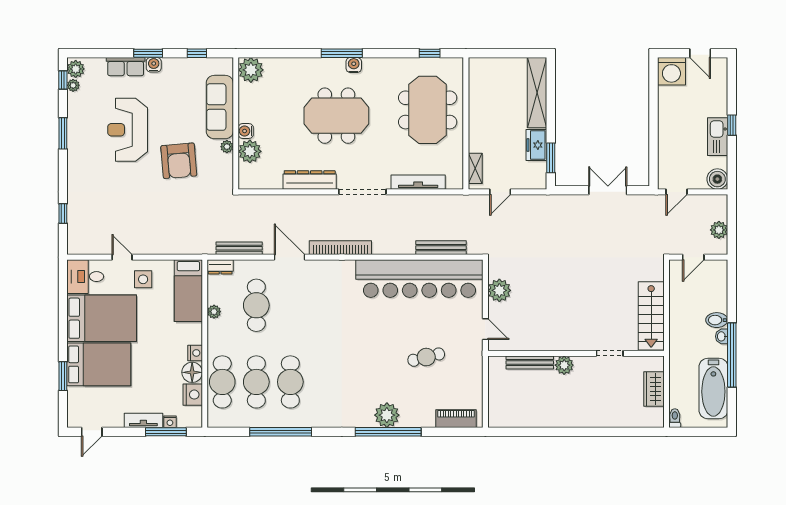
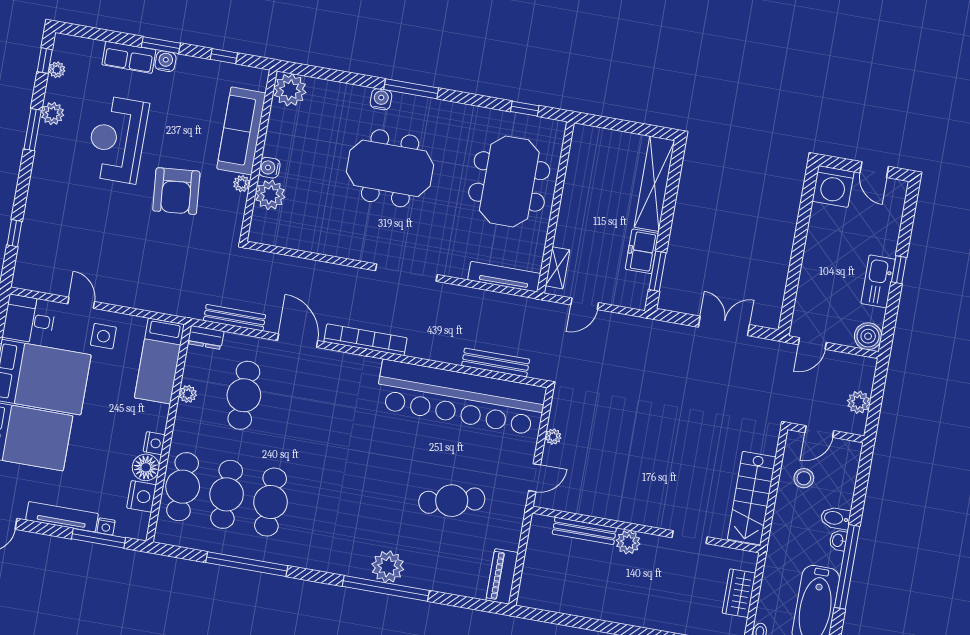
water cooler: (354, 65) -> (381, 99), moved
plant: (76, 69) -> (53, 114), moved
dresser: (310, 180) -> (341, 245), removed
tv unit: (418, 182) -> (504, 277), moved
plant: (499, 290) -> (553, 437), width x0.53, depth x0.53
stool: (688, 294) -> (804, 478), added
door: (485, 329) -> (535, 478), hinge flipped
cafe table: (426, 357) -> (452, 501), width x1.37, depth x1.35
piano: (456, 419) -> (502, 576), moved, turned -90
tv unit: (143, 420) -> (62, 517), width x1.41

